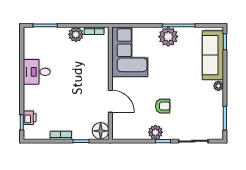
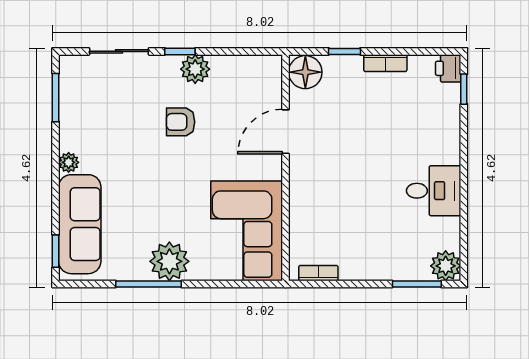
plant: (76, 34) -> (446, 266), moved
door: (110, 101) -> (286, 132), hinge flipped
printer: (30, 118) -> (448, 68), moved

